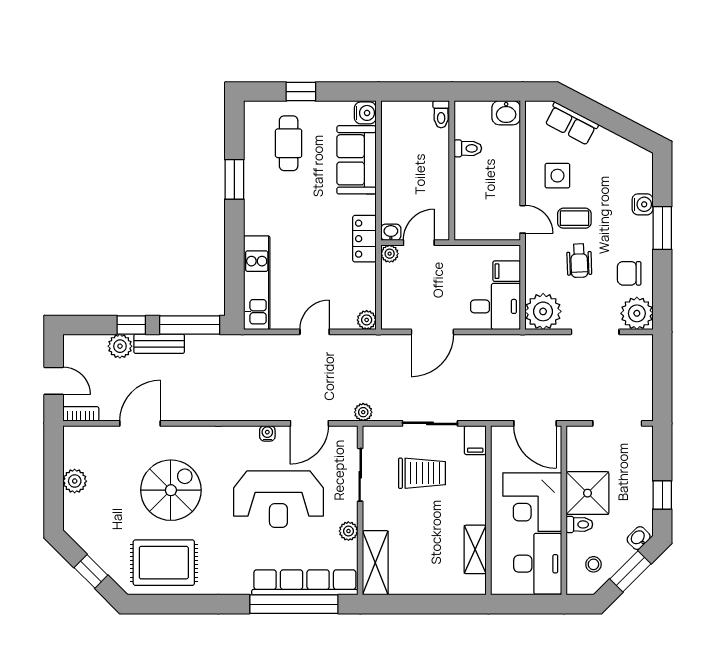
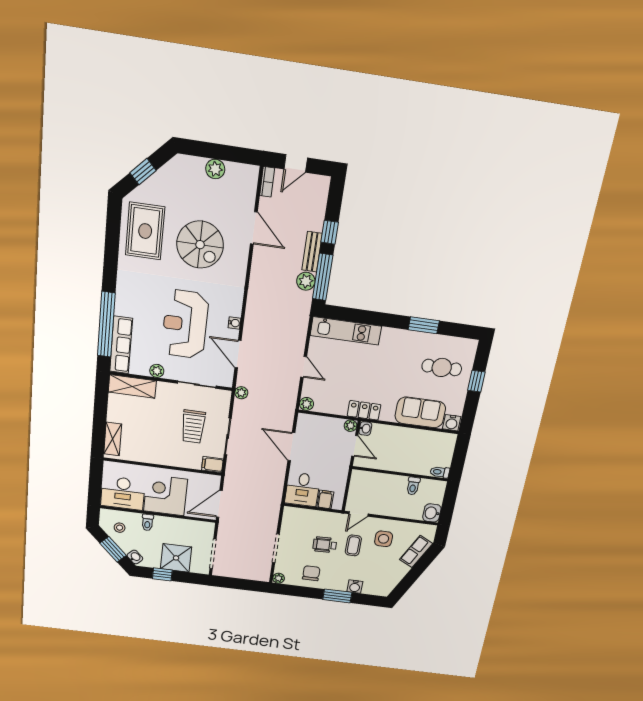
plant: (543, 311) -> (294, 518), removed
plant: (637, 313) -> (279, 578), width x0.53, depth x0.53
plant: (120, 346) -> (306, 281), moved
shower: (588, 493) -> (176, 558), moved
shelving: (475, 549) -> (113, 439), moved, turned 90
row of seats: (305, 582) -> (121, 345), width x0.73

